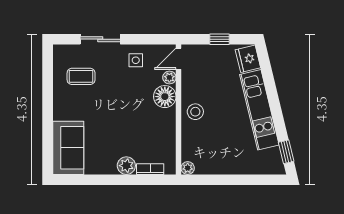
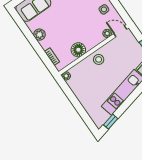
floor lamp: (165, 97) -> (78, 50), moved
plant: (126, 166) -> (39, 35), moved

